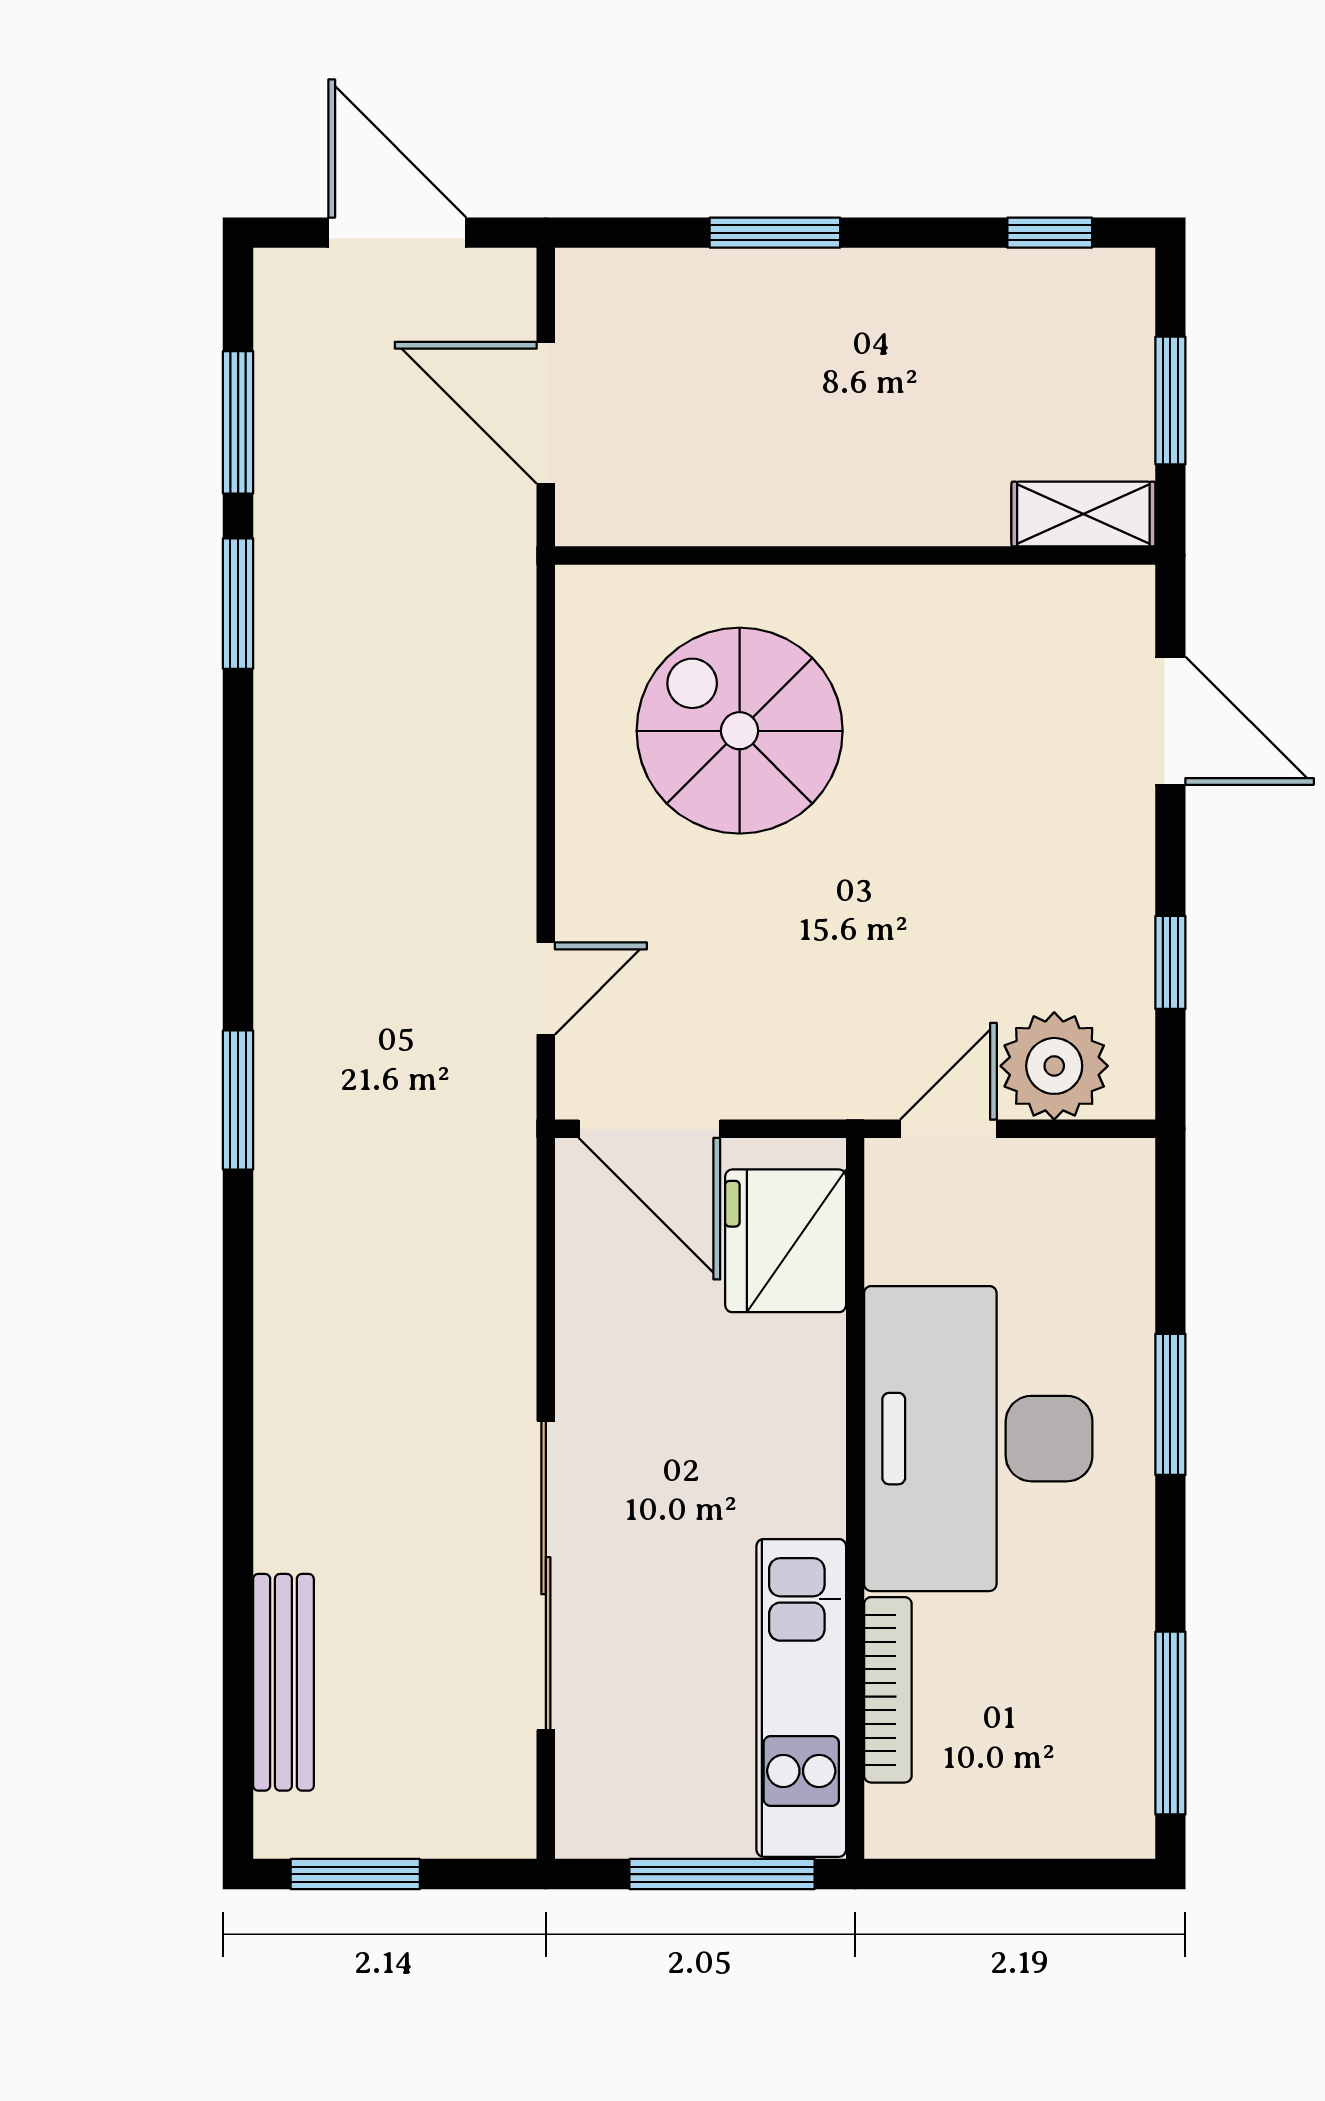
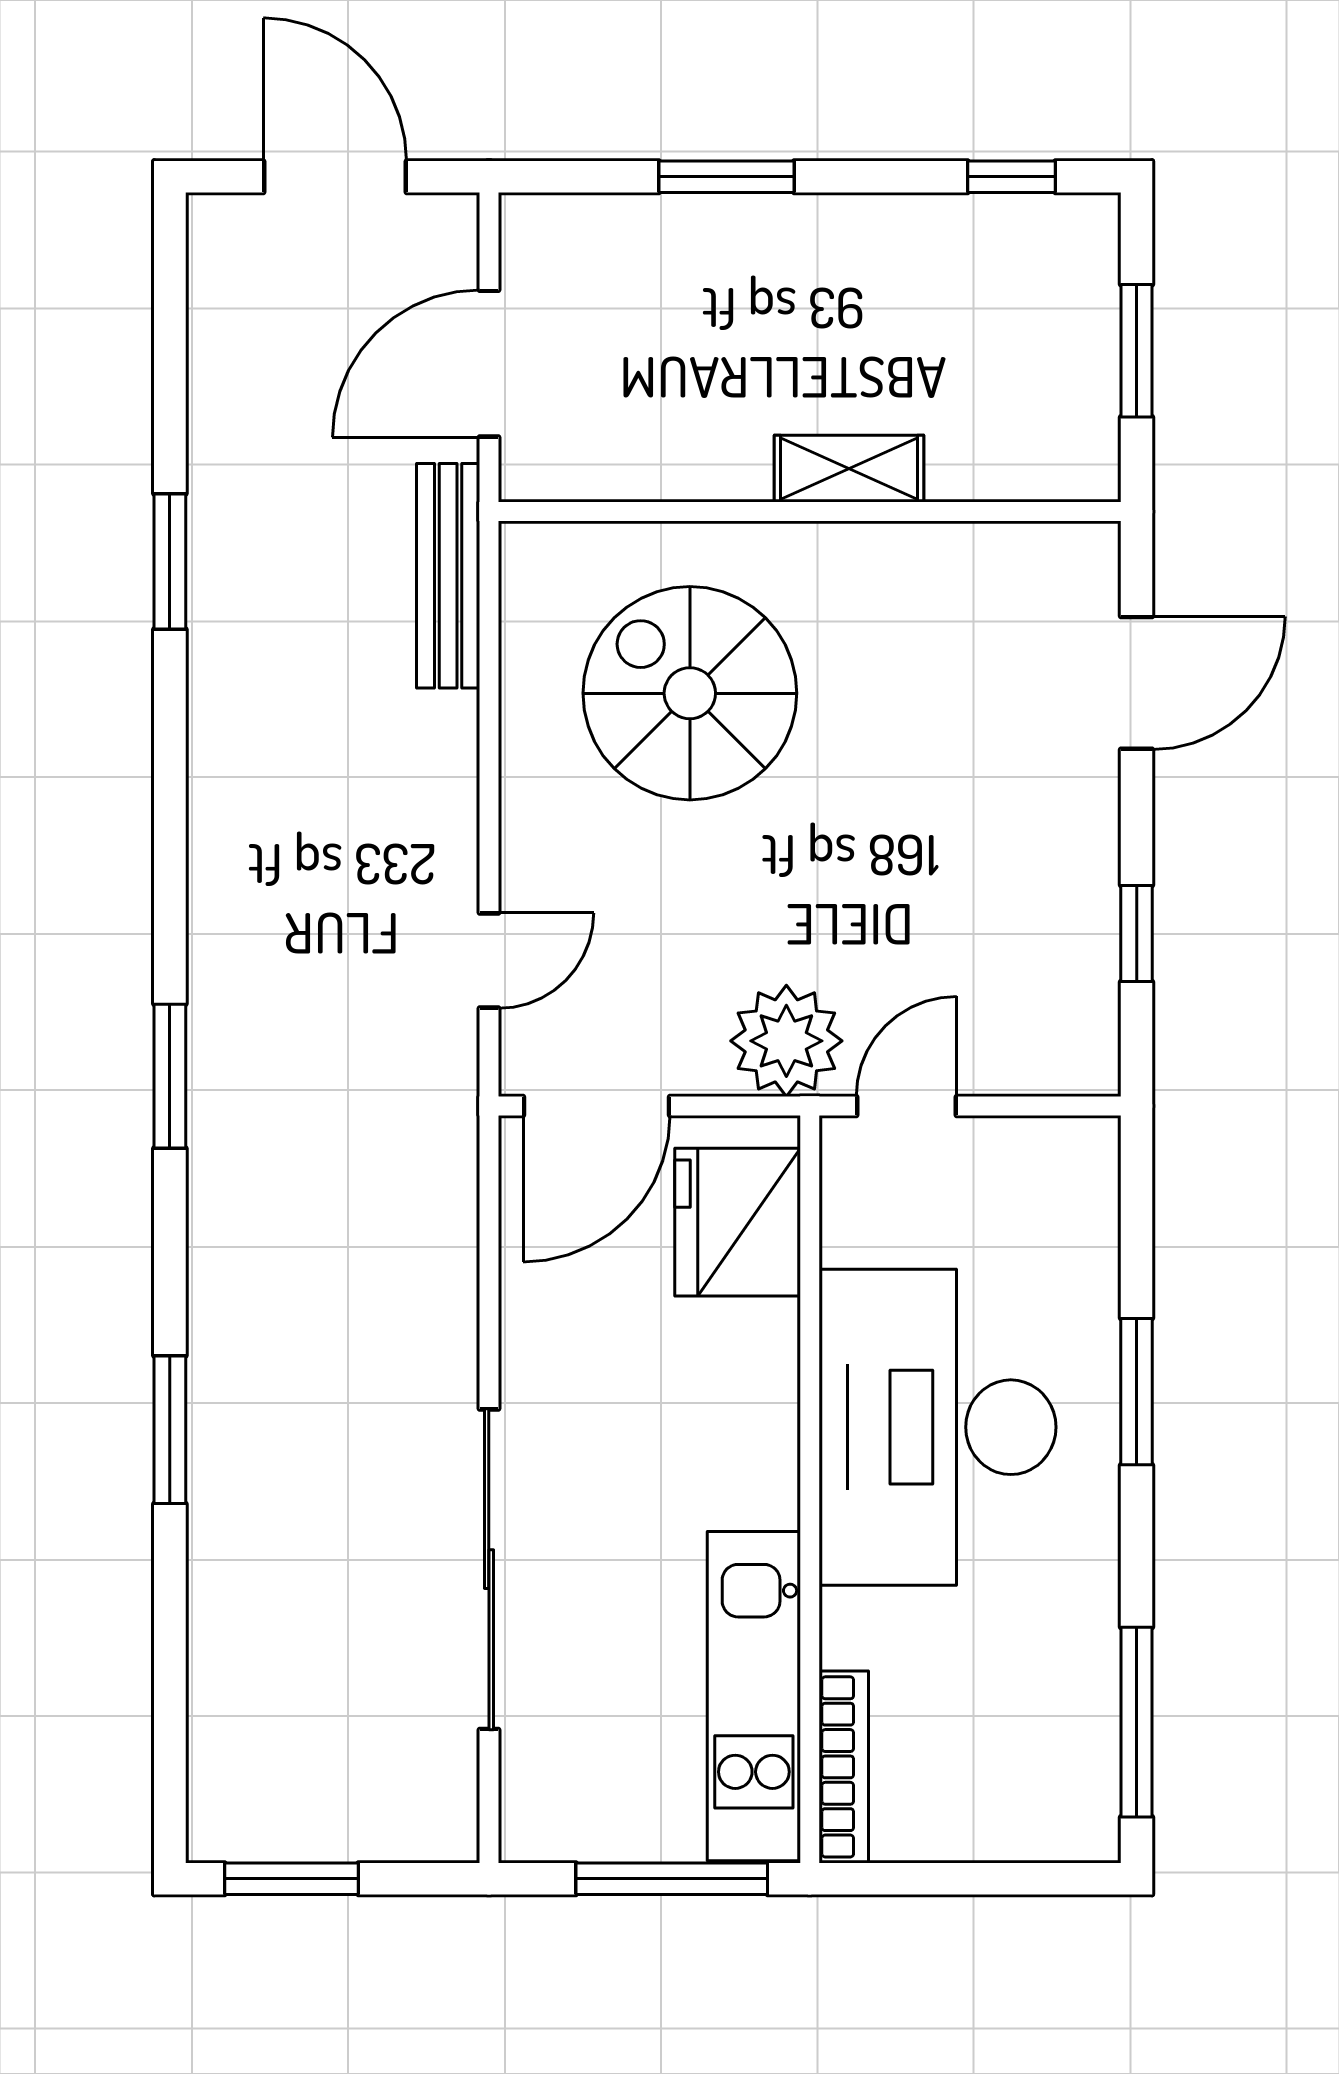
door: (546, 413) -> (489, 364), hinge flipped
window: (238, 422) -> (170, 1430), moved
shelving: (1083, 514) -> (849, 469), moved
door: (1170, 721) -> (1137, 683), hinge flipped
plant: (1054, 1066) -> (786, 1041), moved
door: (649, 1129) -> (596, 1106), hinge flipped
bench: (283, 1682) -> (448, 576), moved
bookcase: (888, 1690) -> (844, 1767), moved

